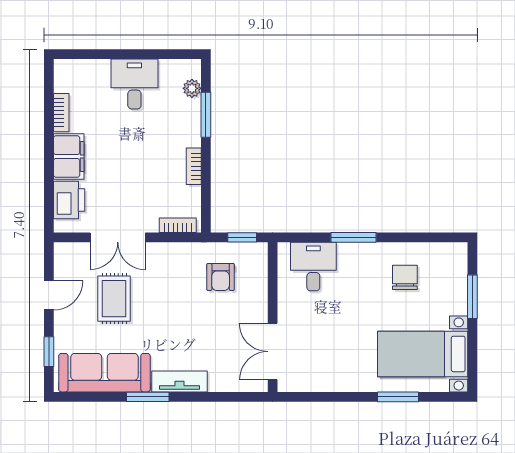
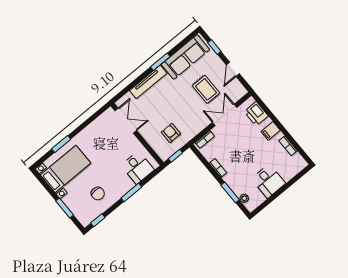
filing cabinet: (69, 157) -> (271, 131), width x0.50
window: (438, 237) -> (98, 220), added
tv unit: (180, 381) -> (148, 82), width x1.41

